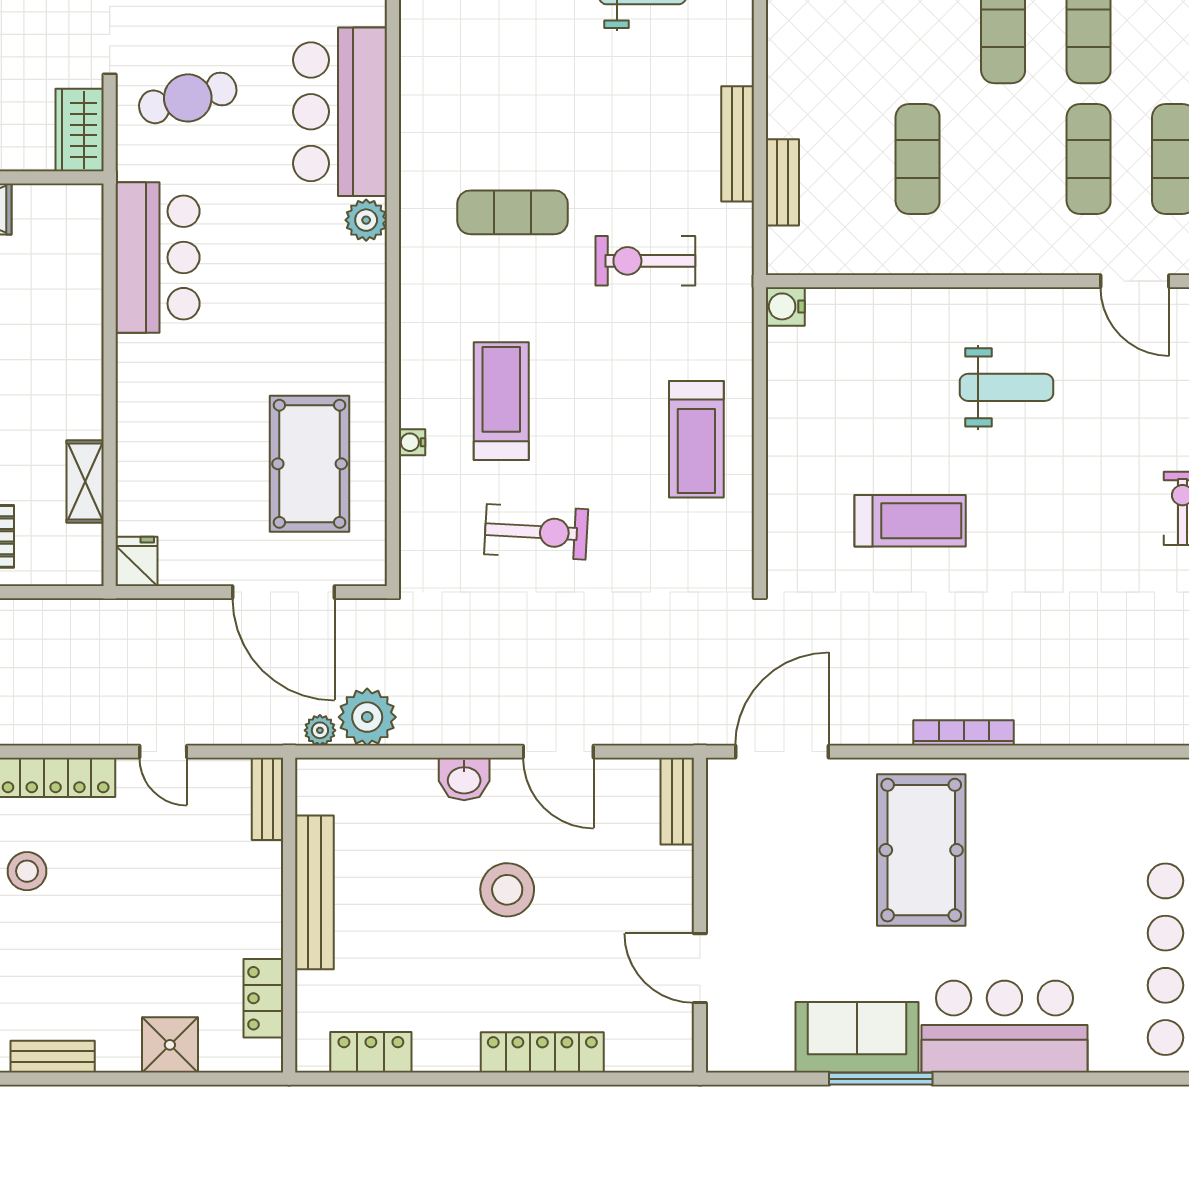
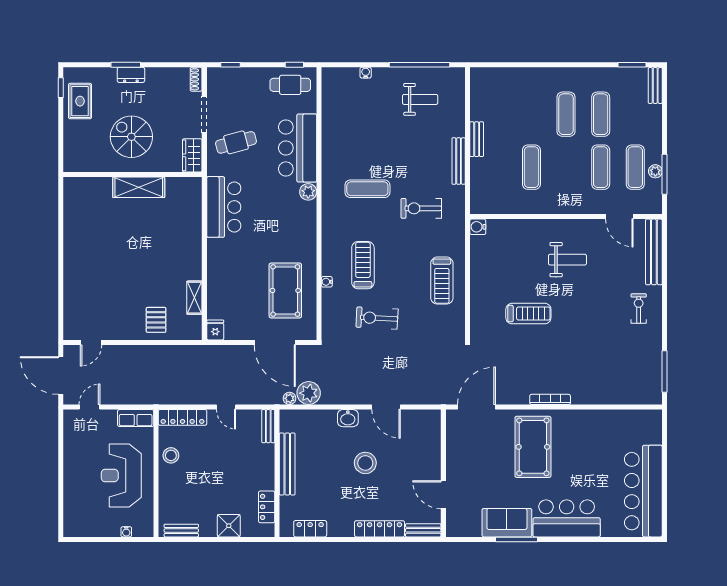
bench: (782, 182) -> (477, 139), moved
exercise bike: (536, 532) -> (377, 318), turned 180
bench: (677, 801) -> (423, 530), moved, turned 90

